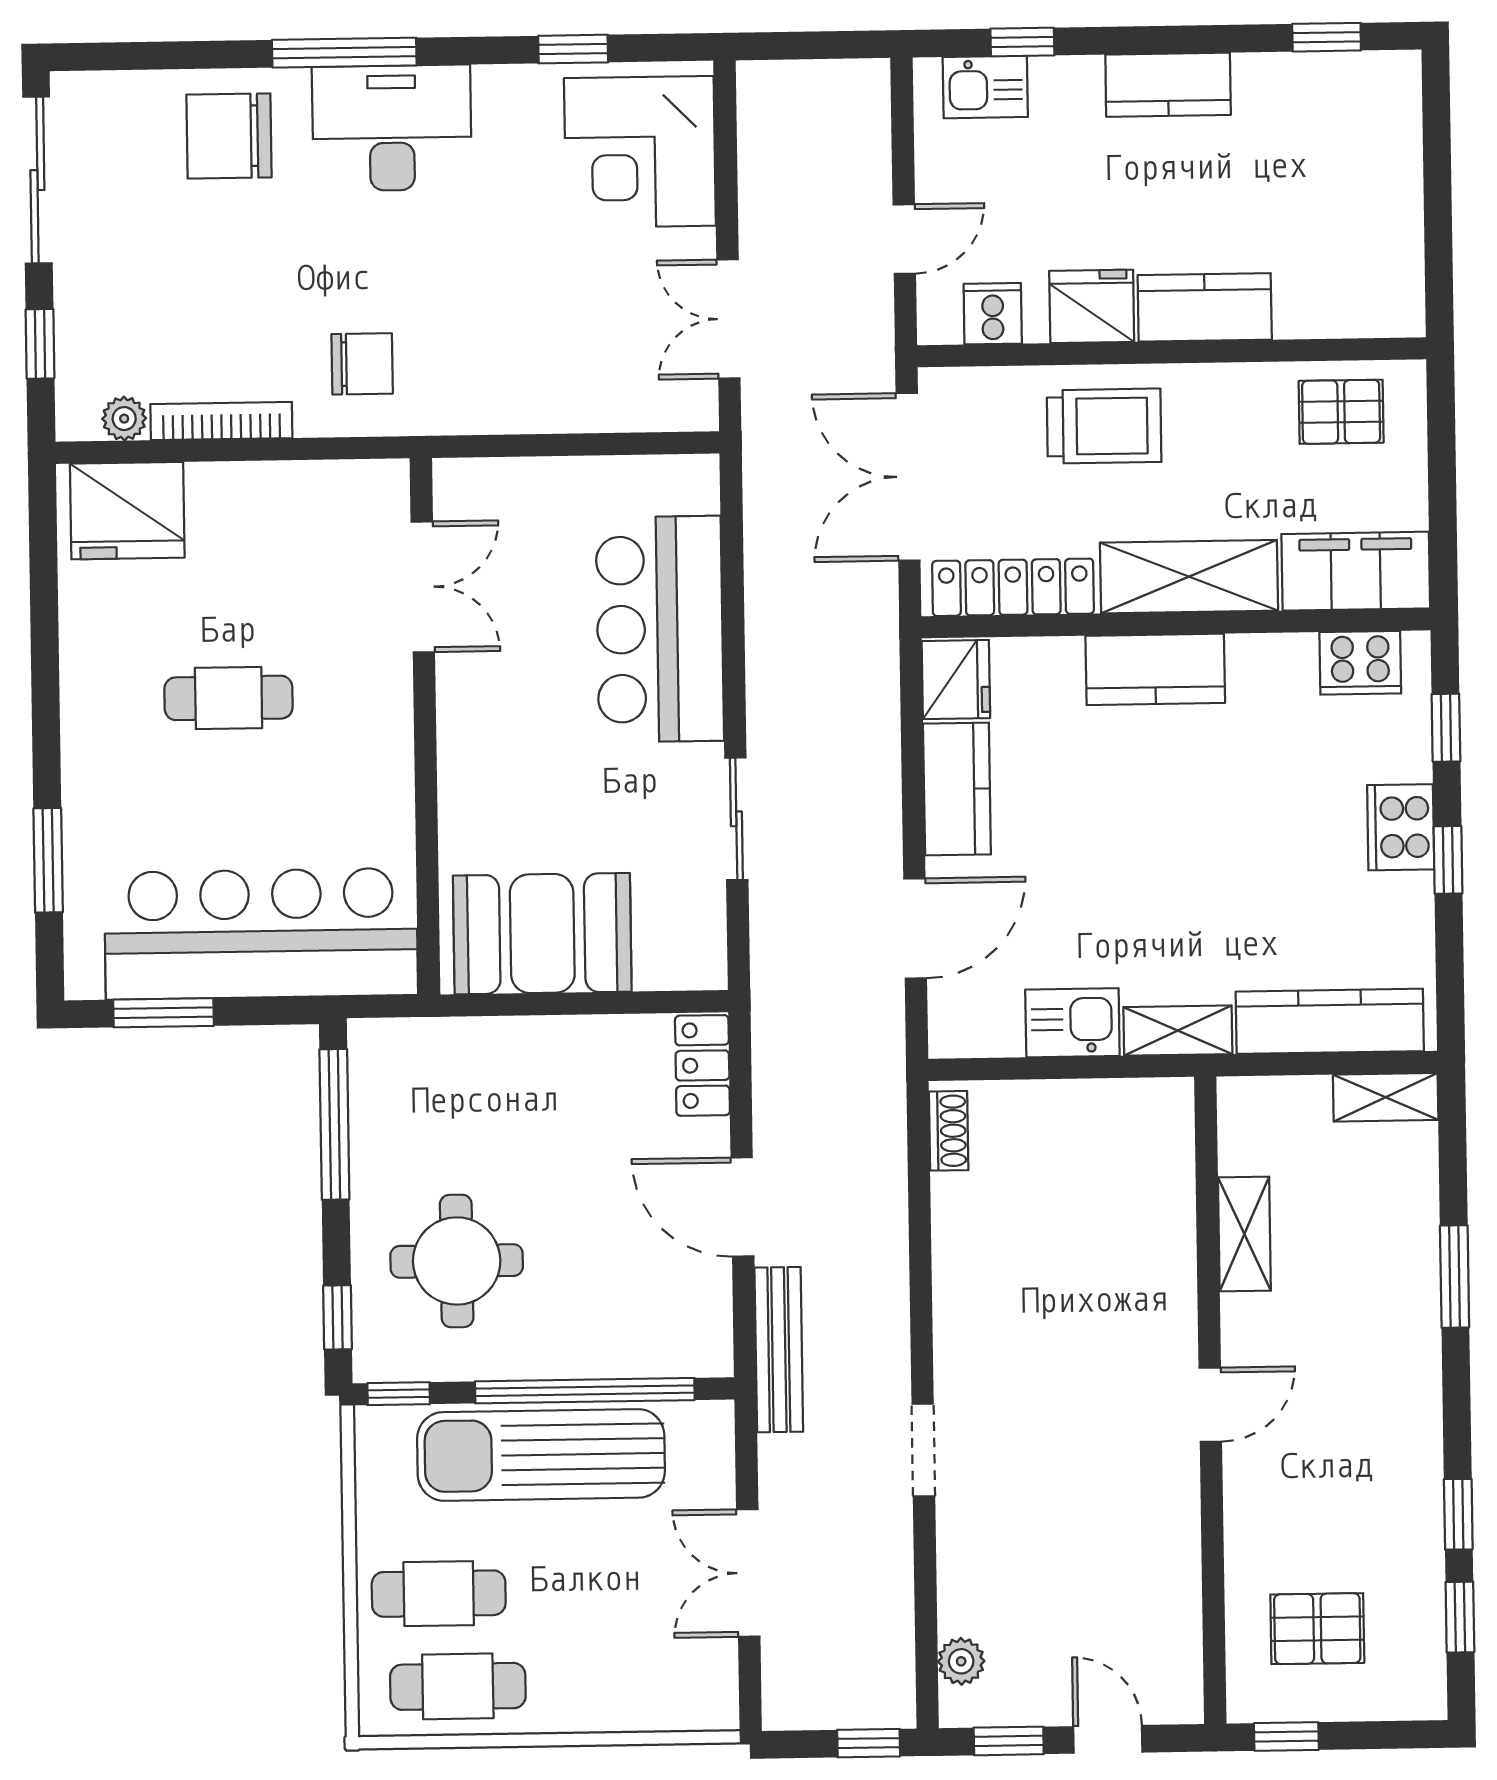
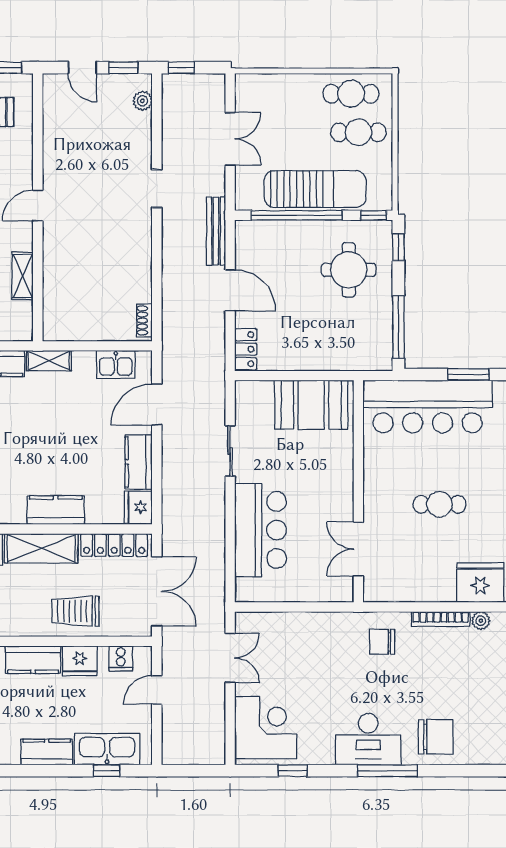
kitchen sink: (985, 87) -> (107, 749), width x1.88, depth x1.24
kitchen sink: (1072, 1023) -> (116, 364), moved

